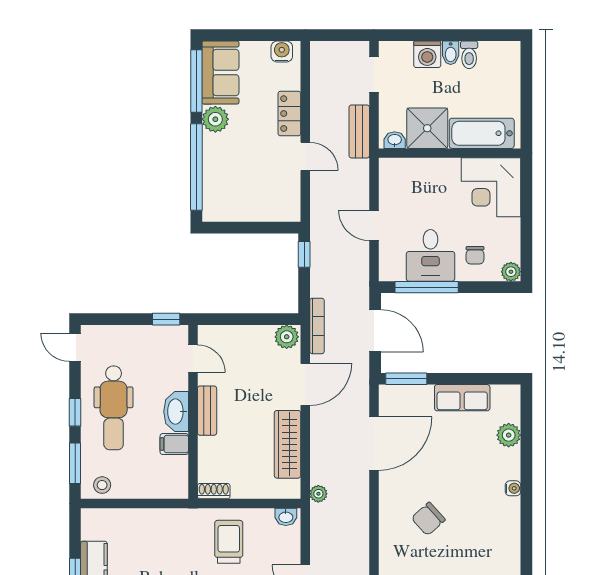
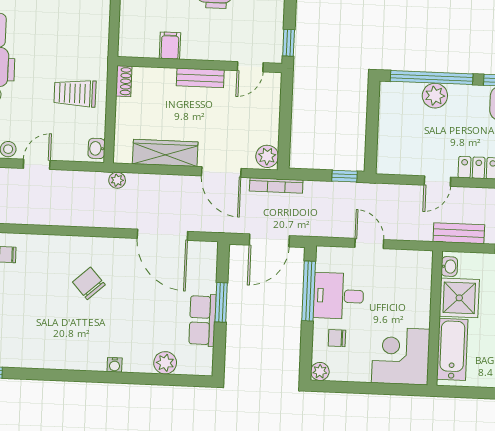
plant: (215, 119) -> (435, 96), moved
door: (374, 225) -> (369, 244), hinge flipped
window: (406, 379) -> (221, 302), moved
washbasin: (176, 412) -> (201, 49), removed
trolley: (229, 542) -> (75, 93), turned 180

